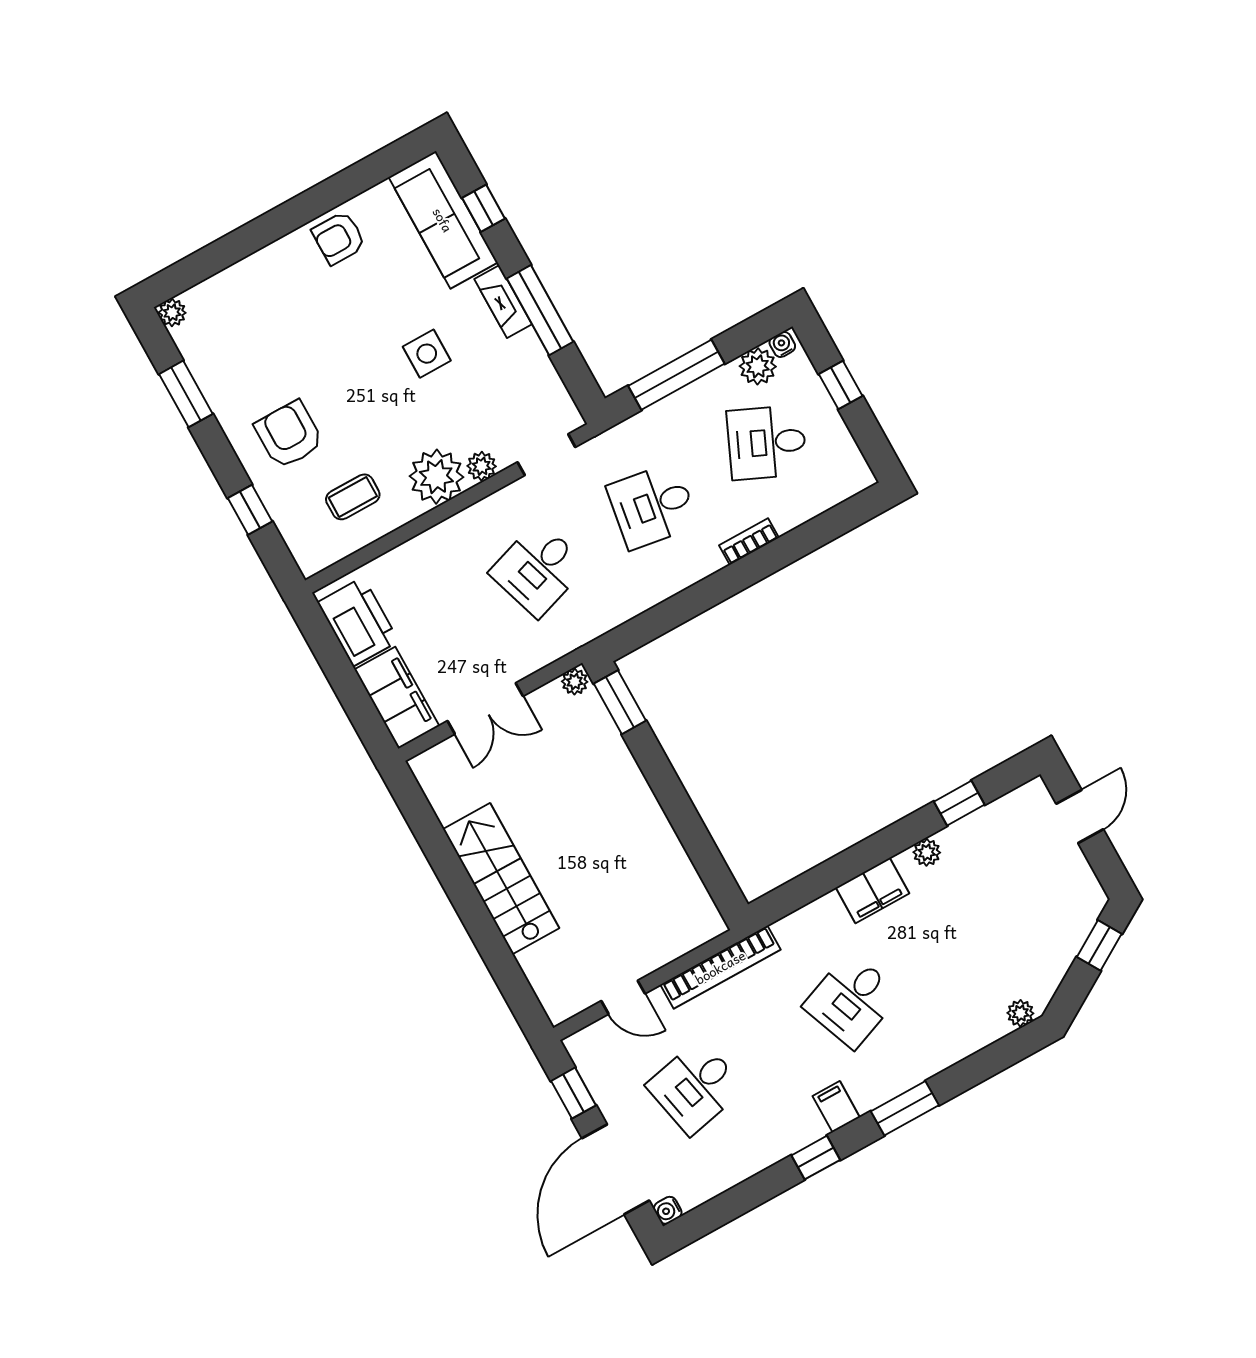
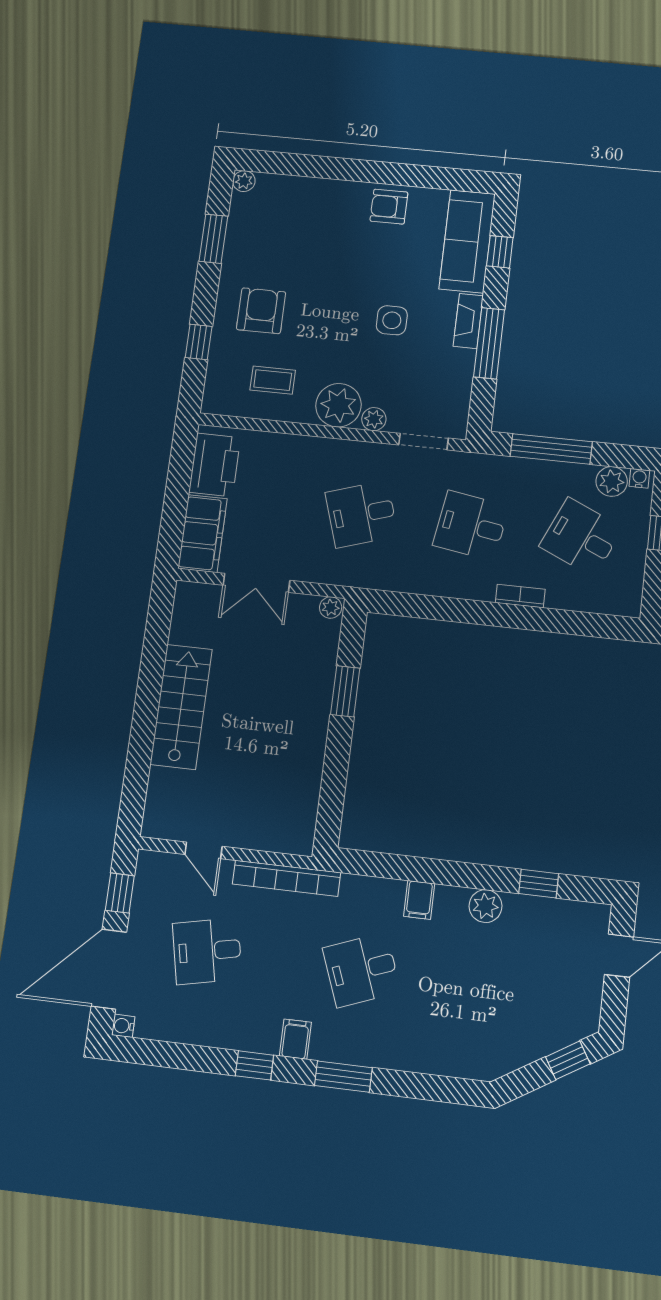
window: (620, 702) -> (345, 691), moved
plant: (927, 852) -> (485, 906), width x1.38, depth x1.38
filing cabinet: (872, 890) -> (419, 900), width x0.50
plant: (1020, 1013) -> (476, 1068), removed

